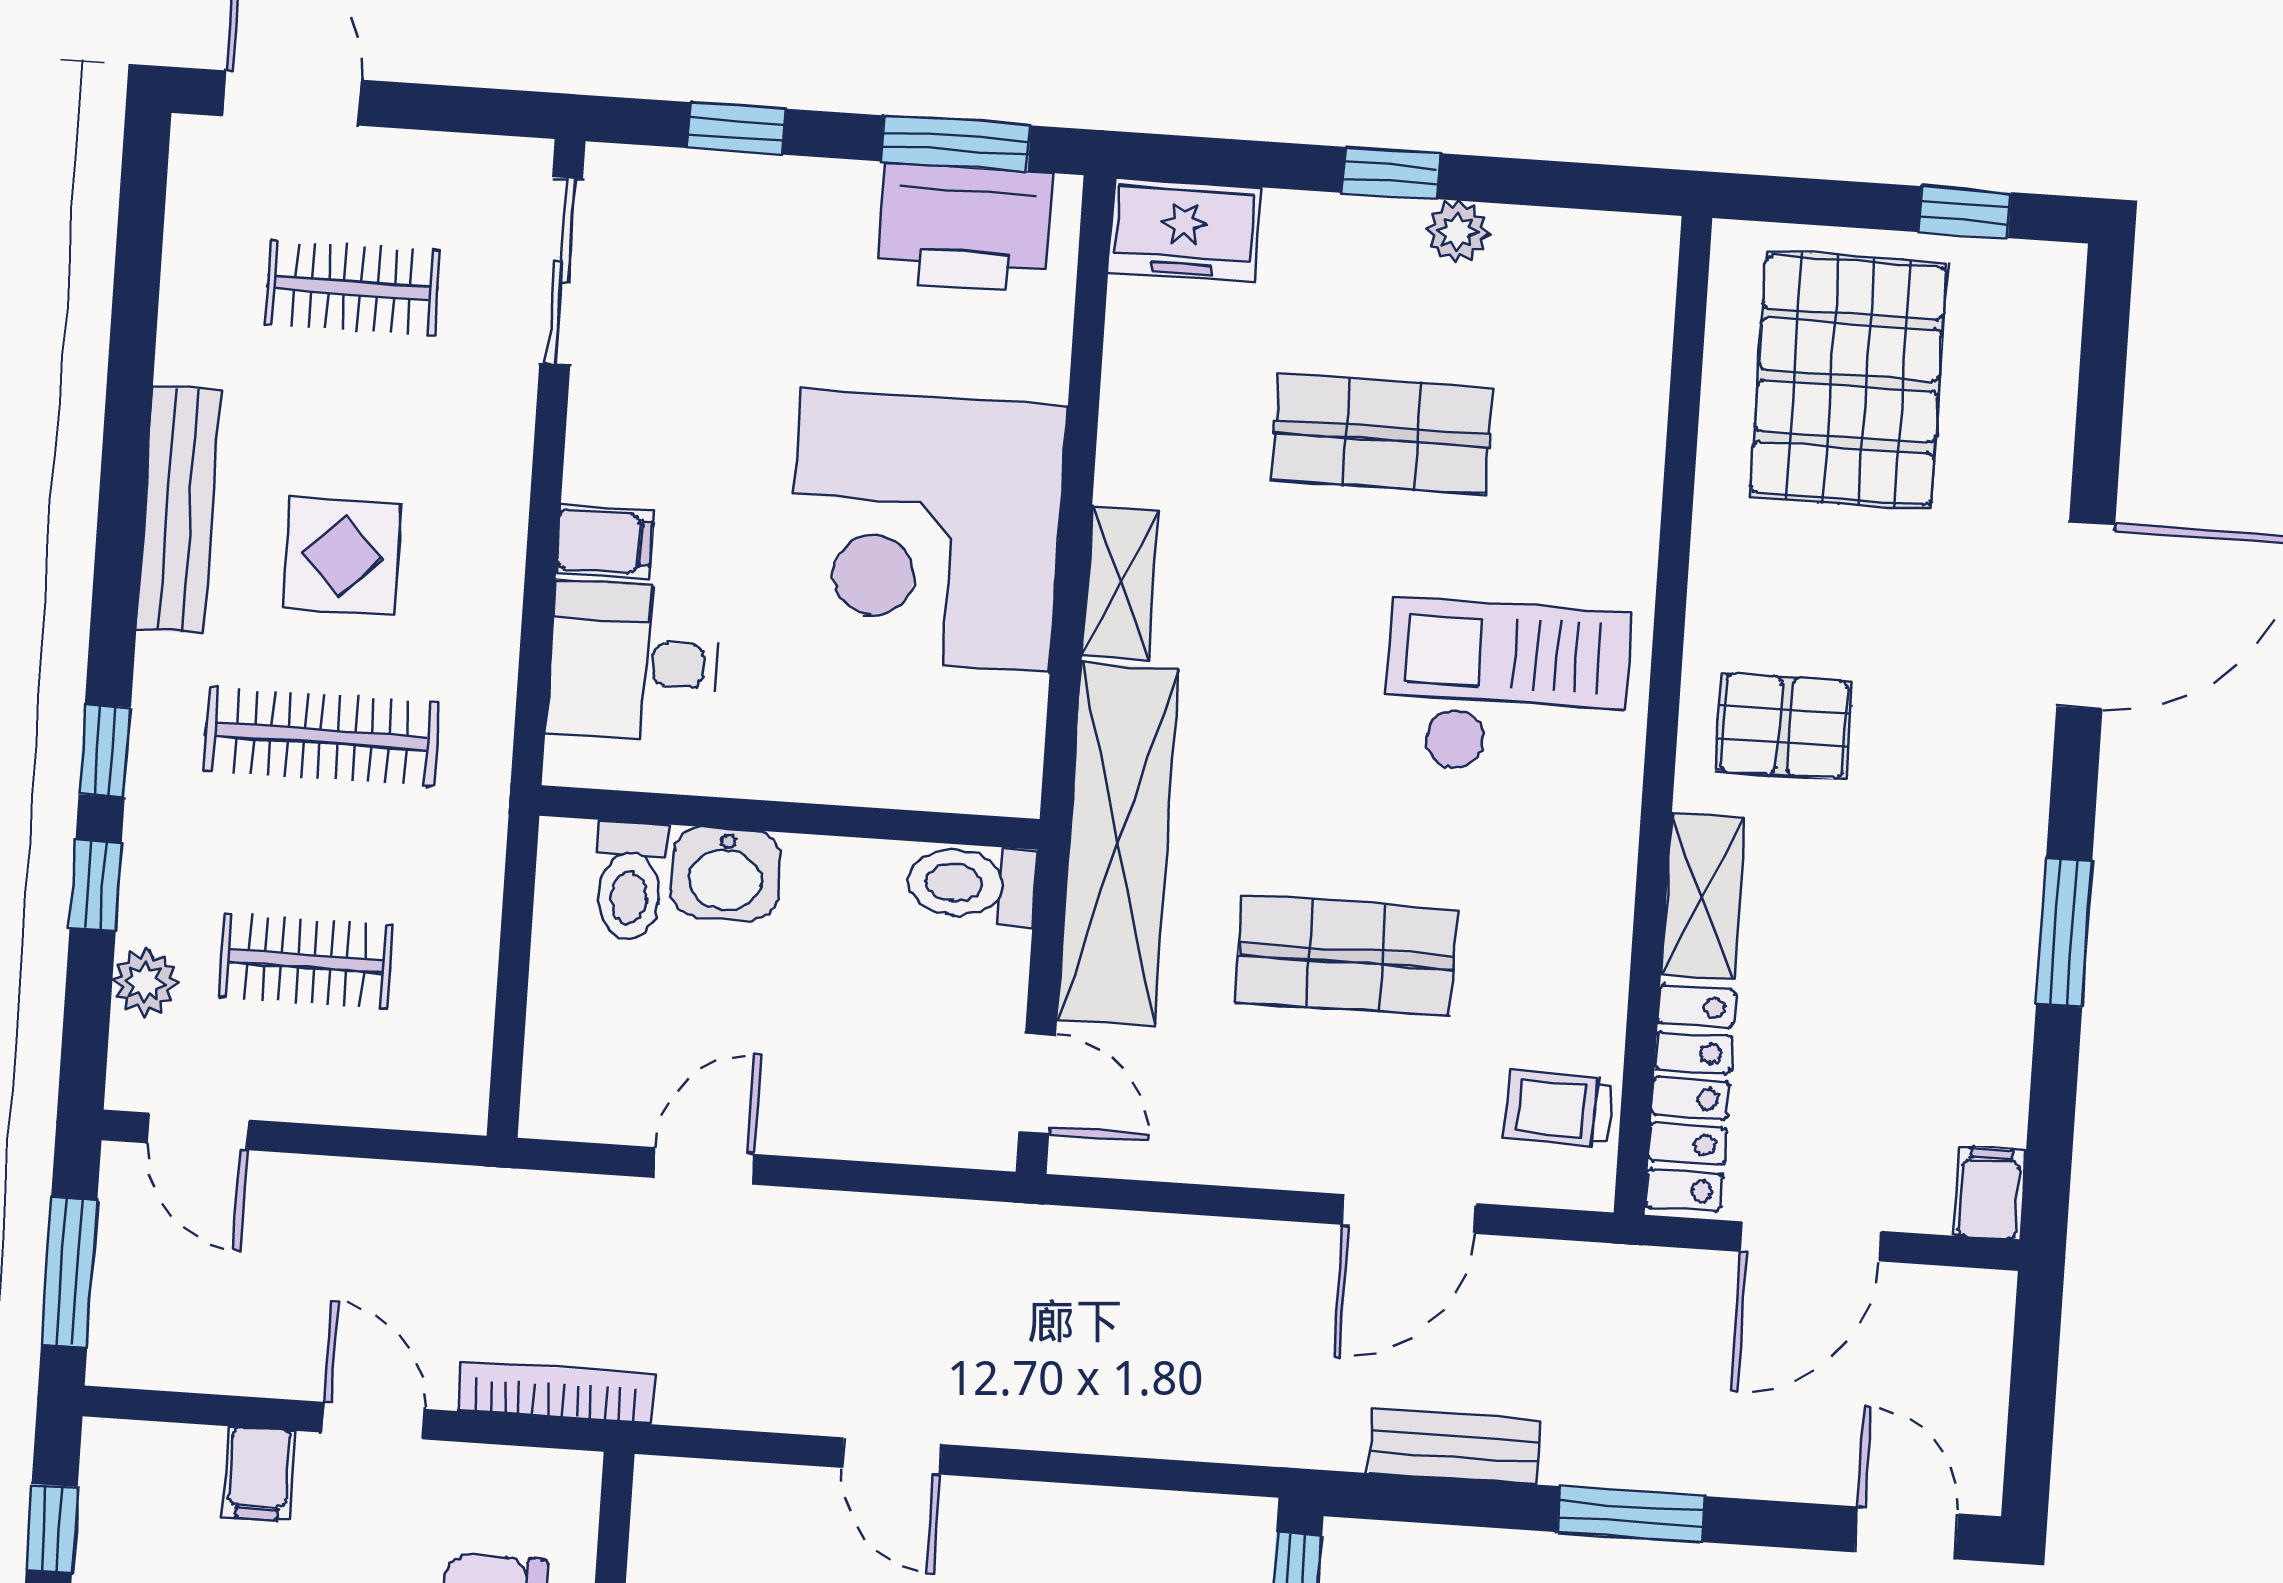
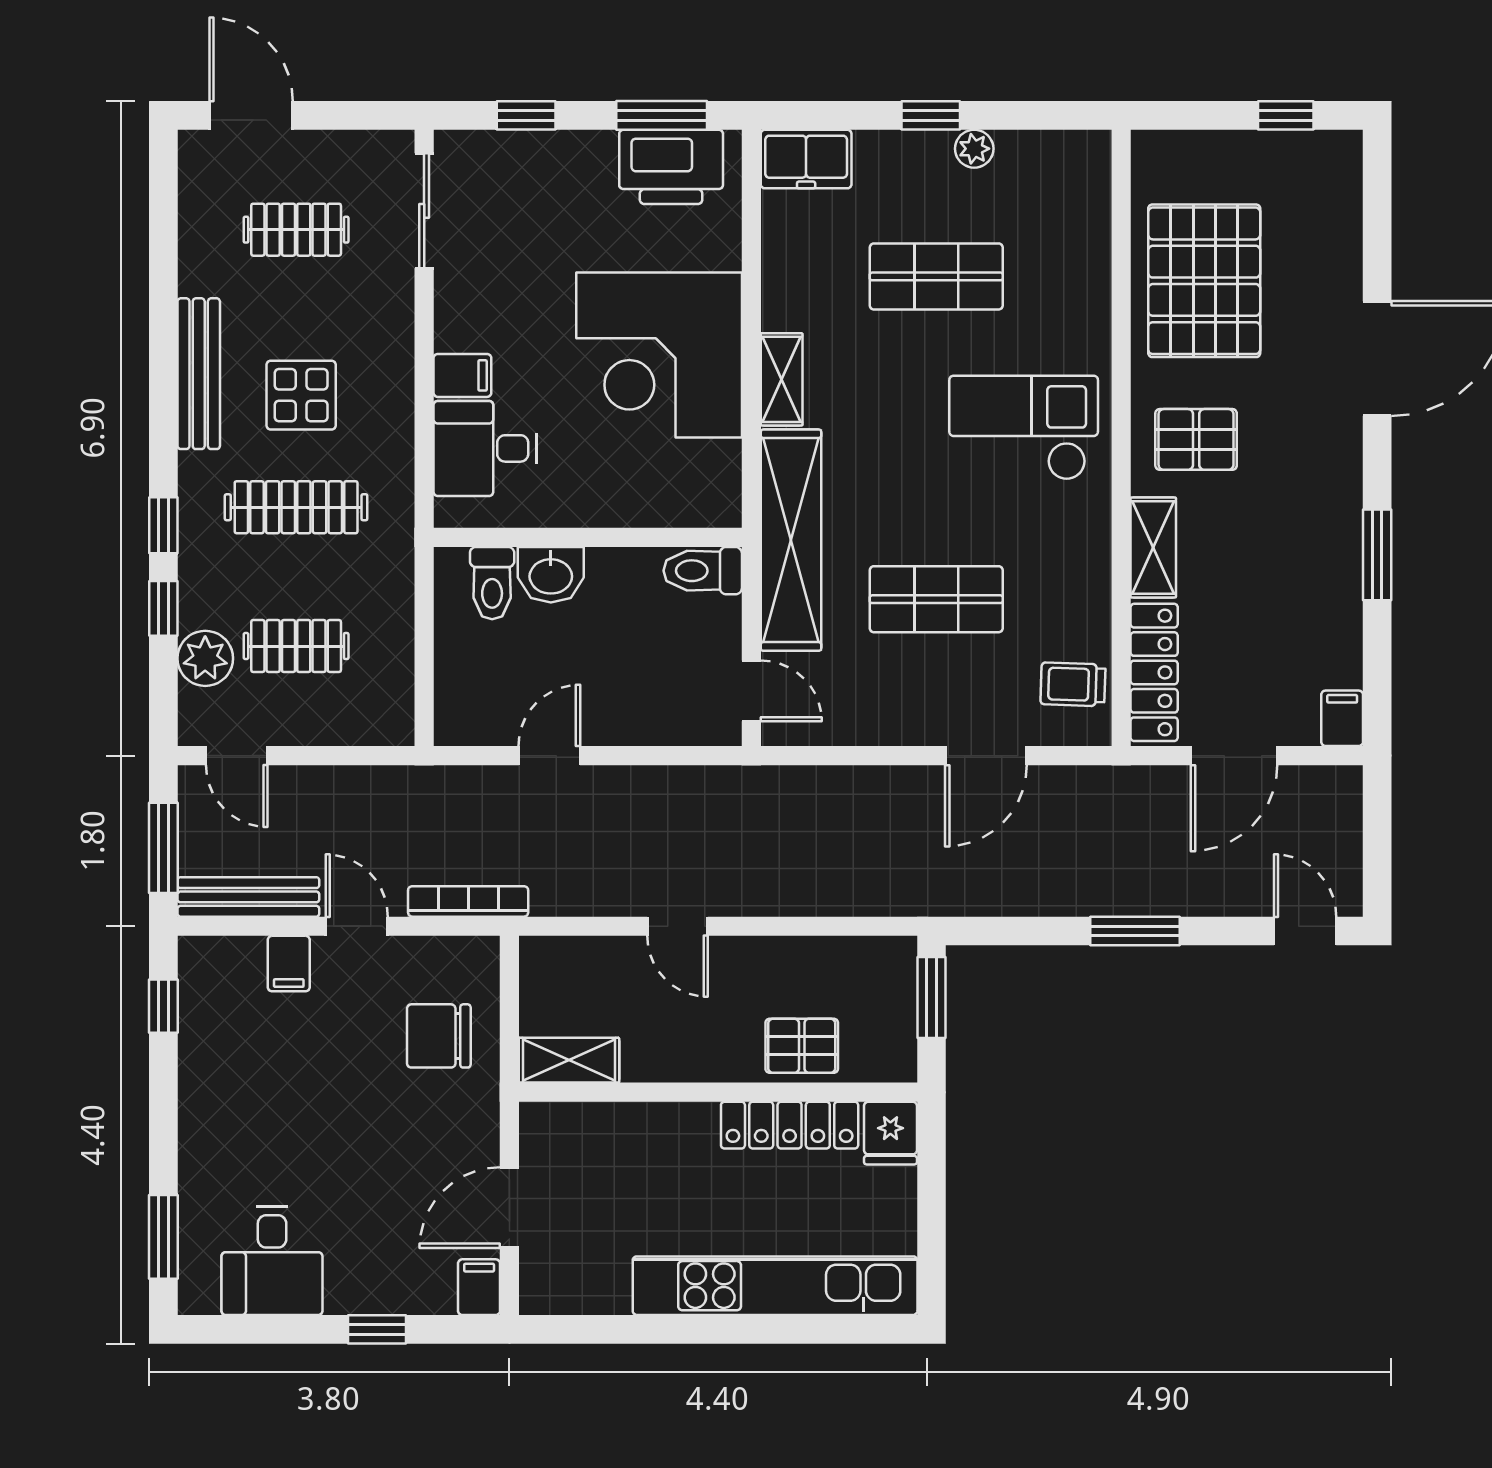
pallet: (1848, 380) -> (1204, 281), moved
plant: (145, 982) -> (205, 658), width x1.38, depth x1.38
bench: (1455, 1447) -> (248, 897), moved, width x1.36

